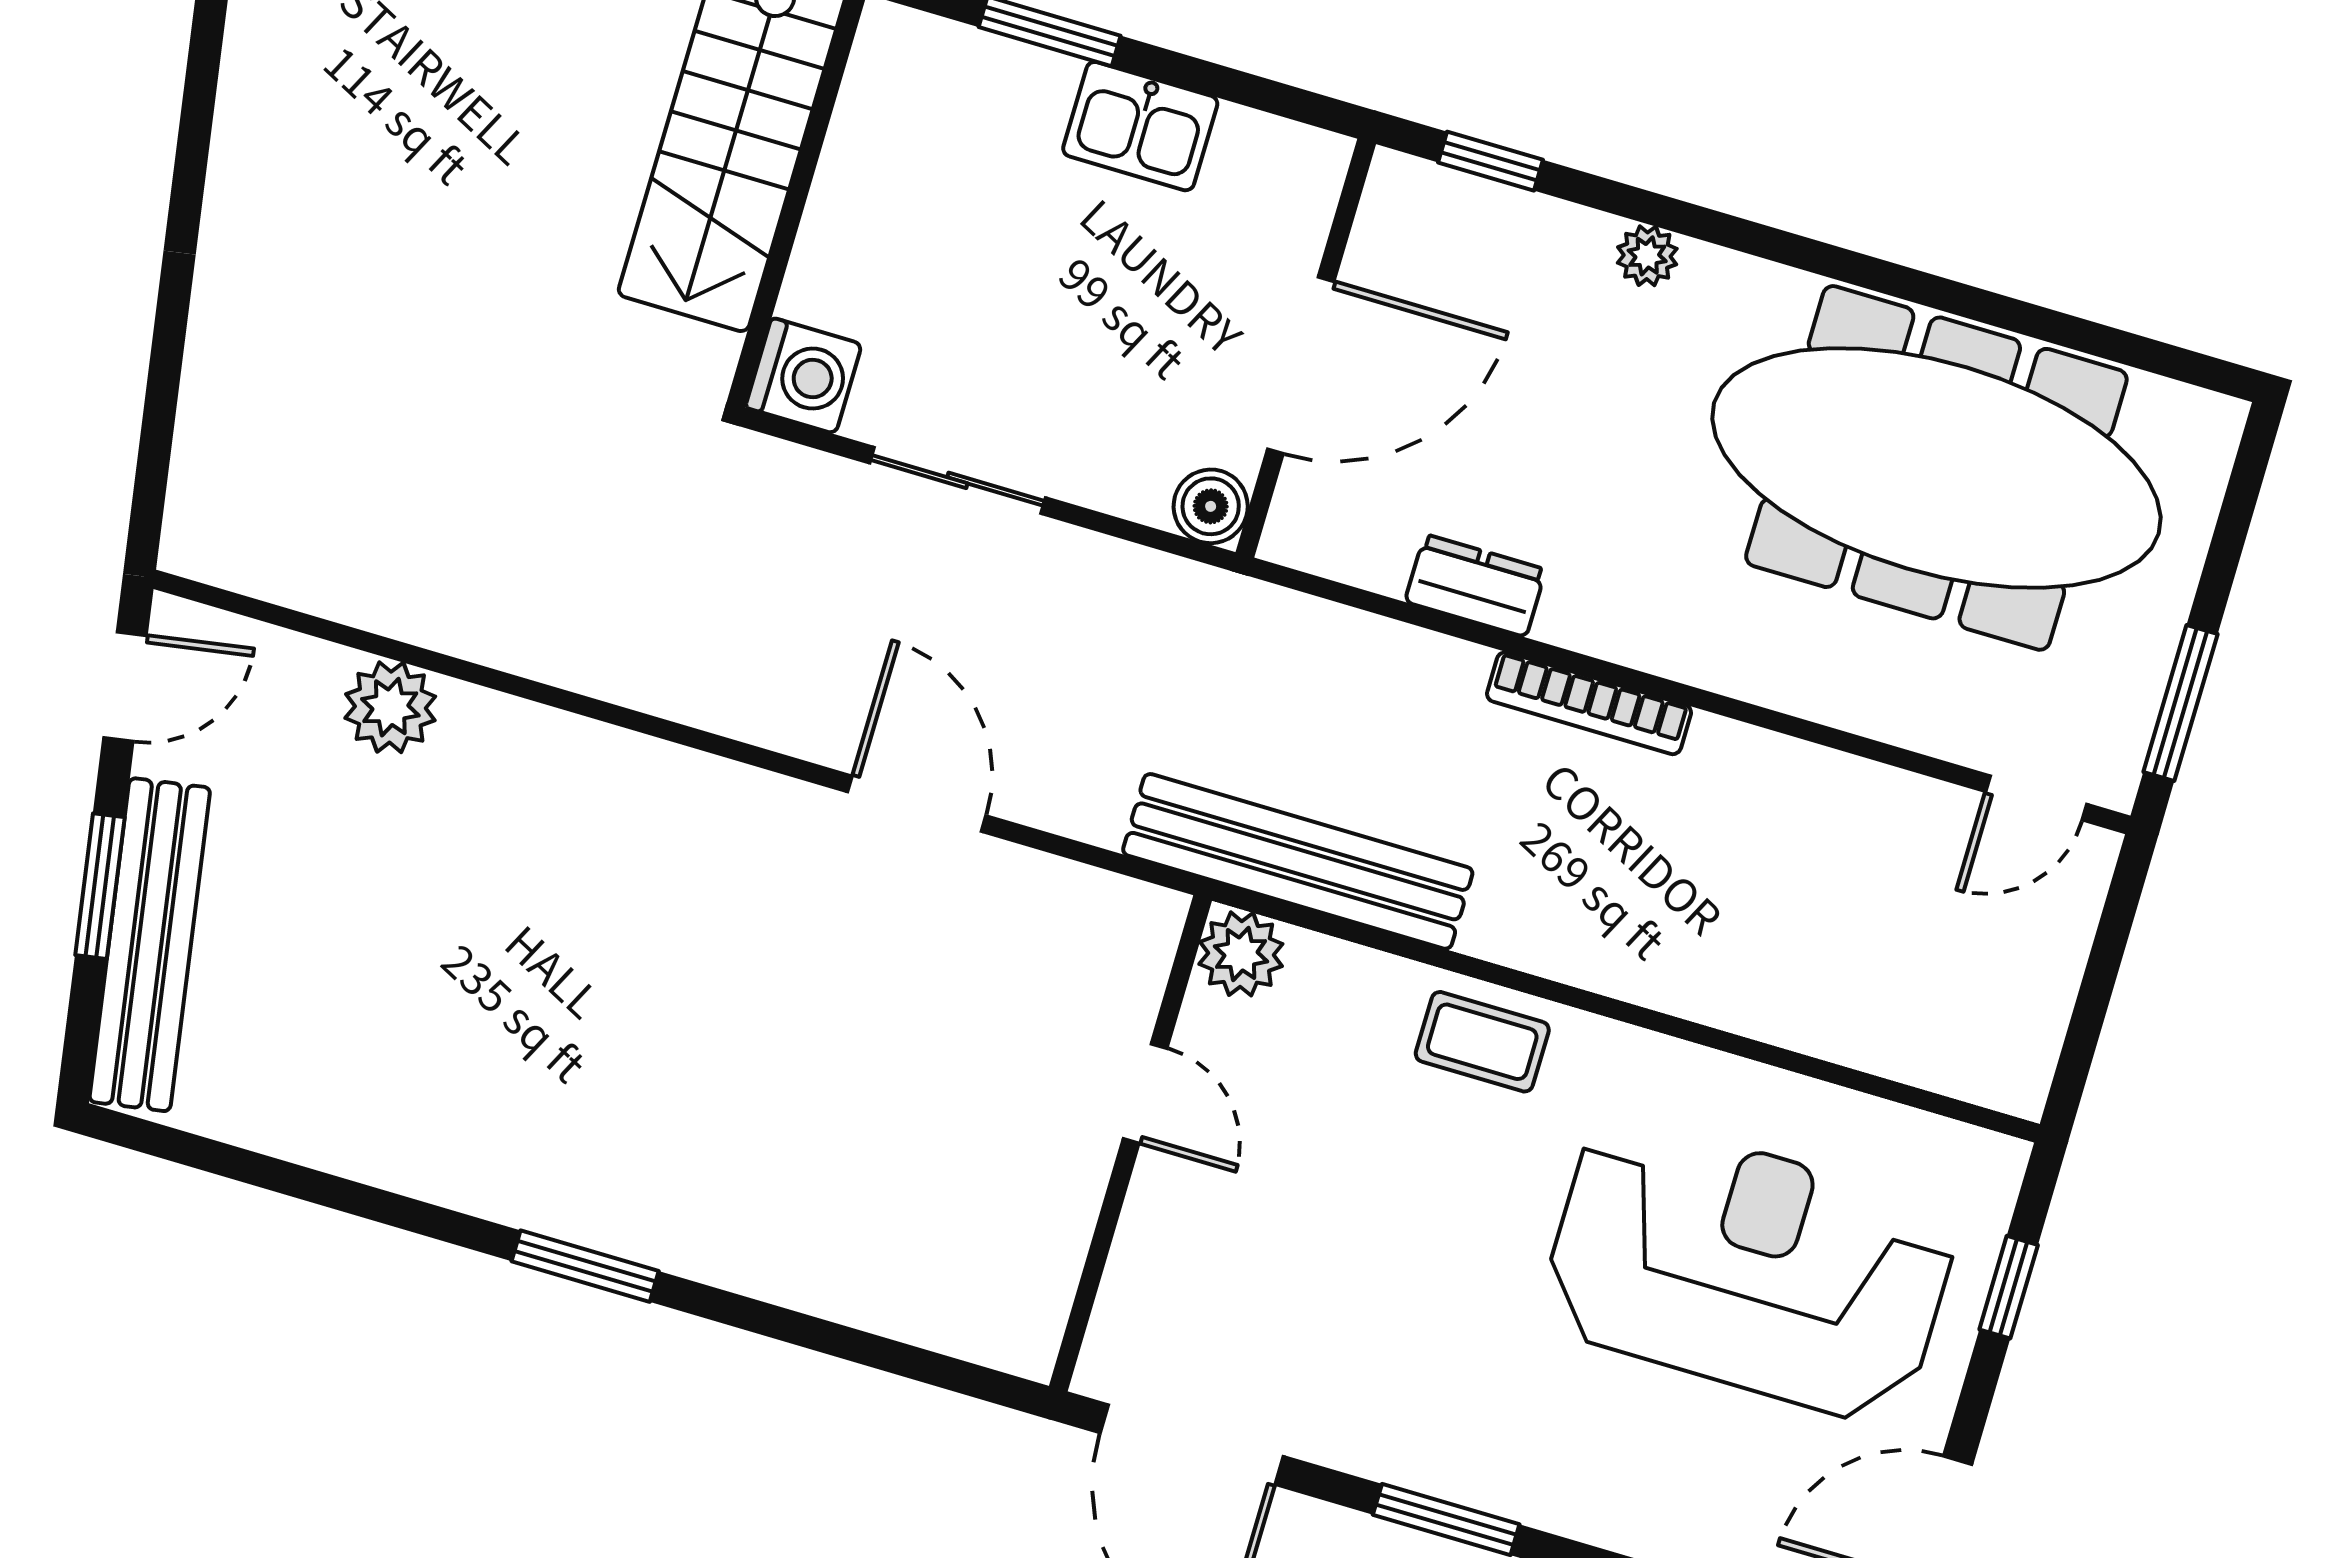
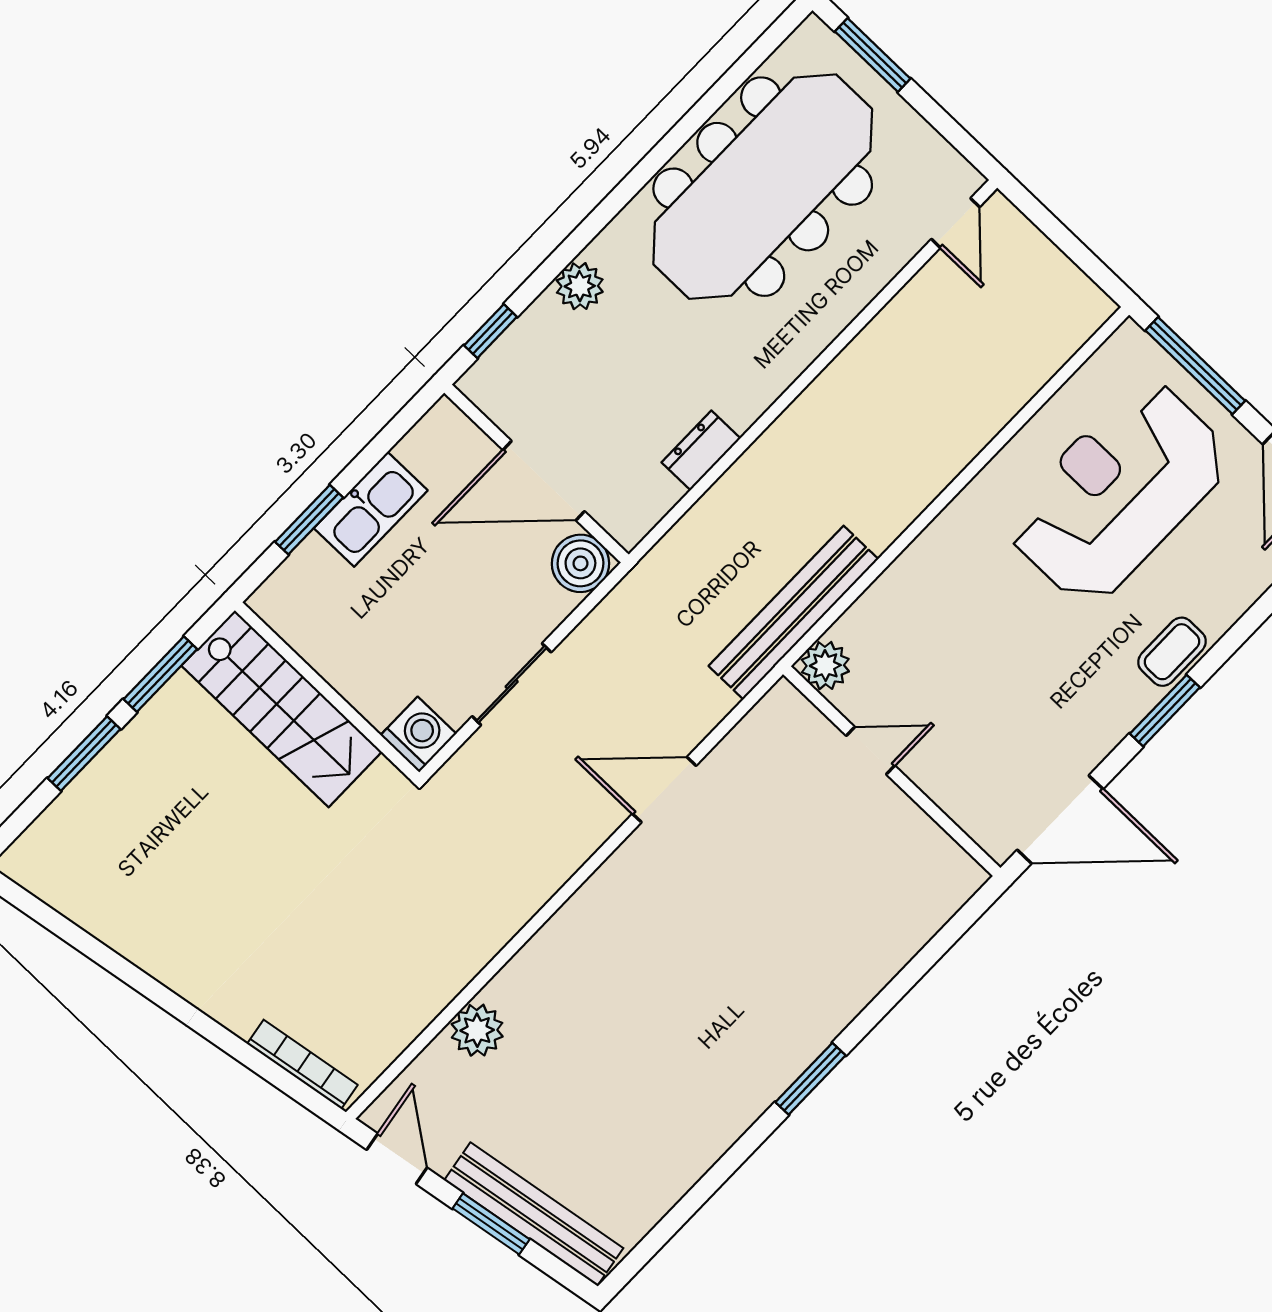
kitchen sink: (1140, 126) -> (371, 509), width x1.38
plant: (1647, 256) -> (580, 286), width x1.38, depth x1.38
door: (1301, 365) -> (544, 481), swing flipped
boiler: (1211, 506) -> (580, 563), width x1.36, depth x1.36
bookcase: (1589, 703) -> (302, 1064), moved, turned -99
window: (2180, 703) -> (873, 55), moved
coffee table: (1482, 1042) -> (1172, 652), moved
window: (2009, 1287) -> (1195, 366), width x2.17

